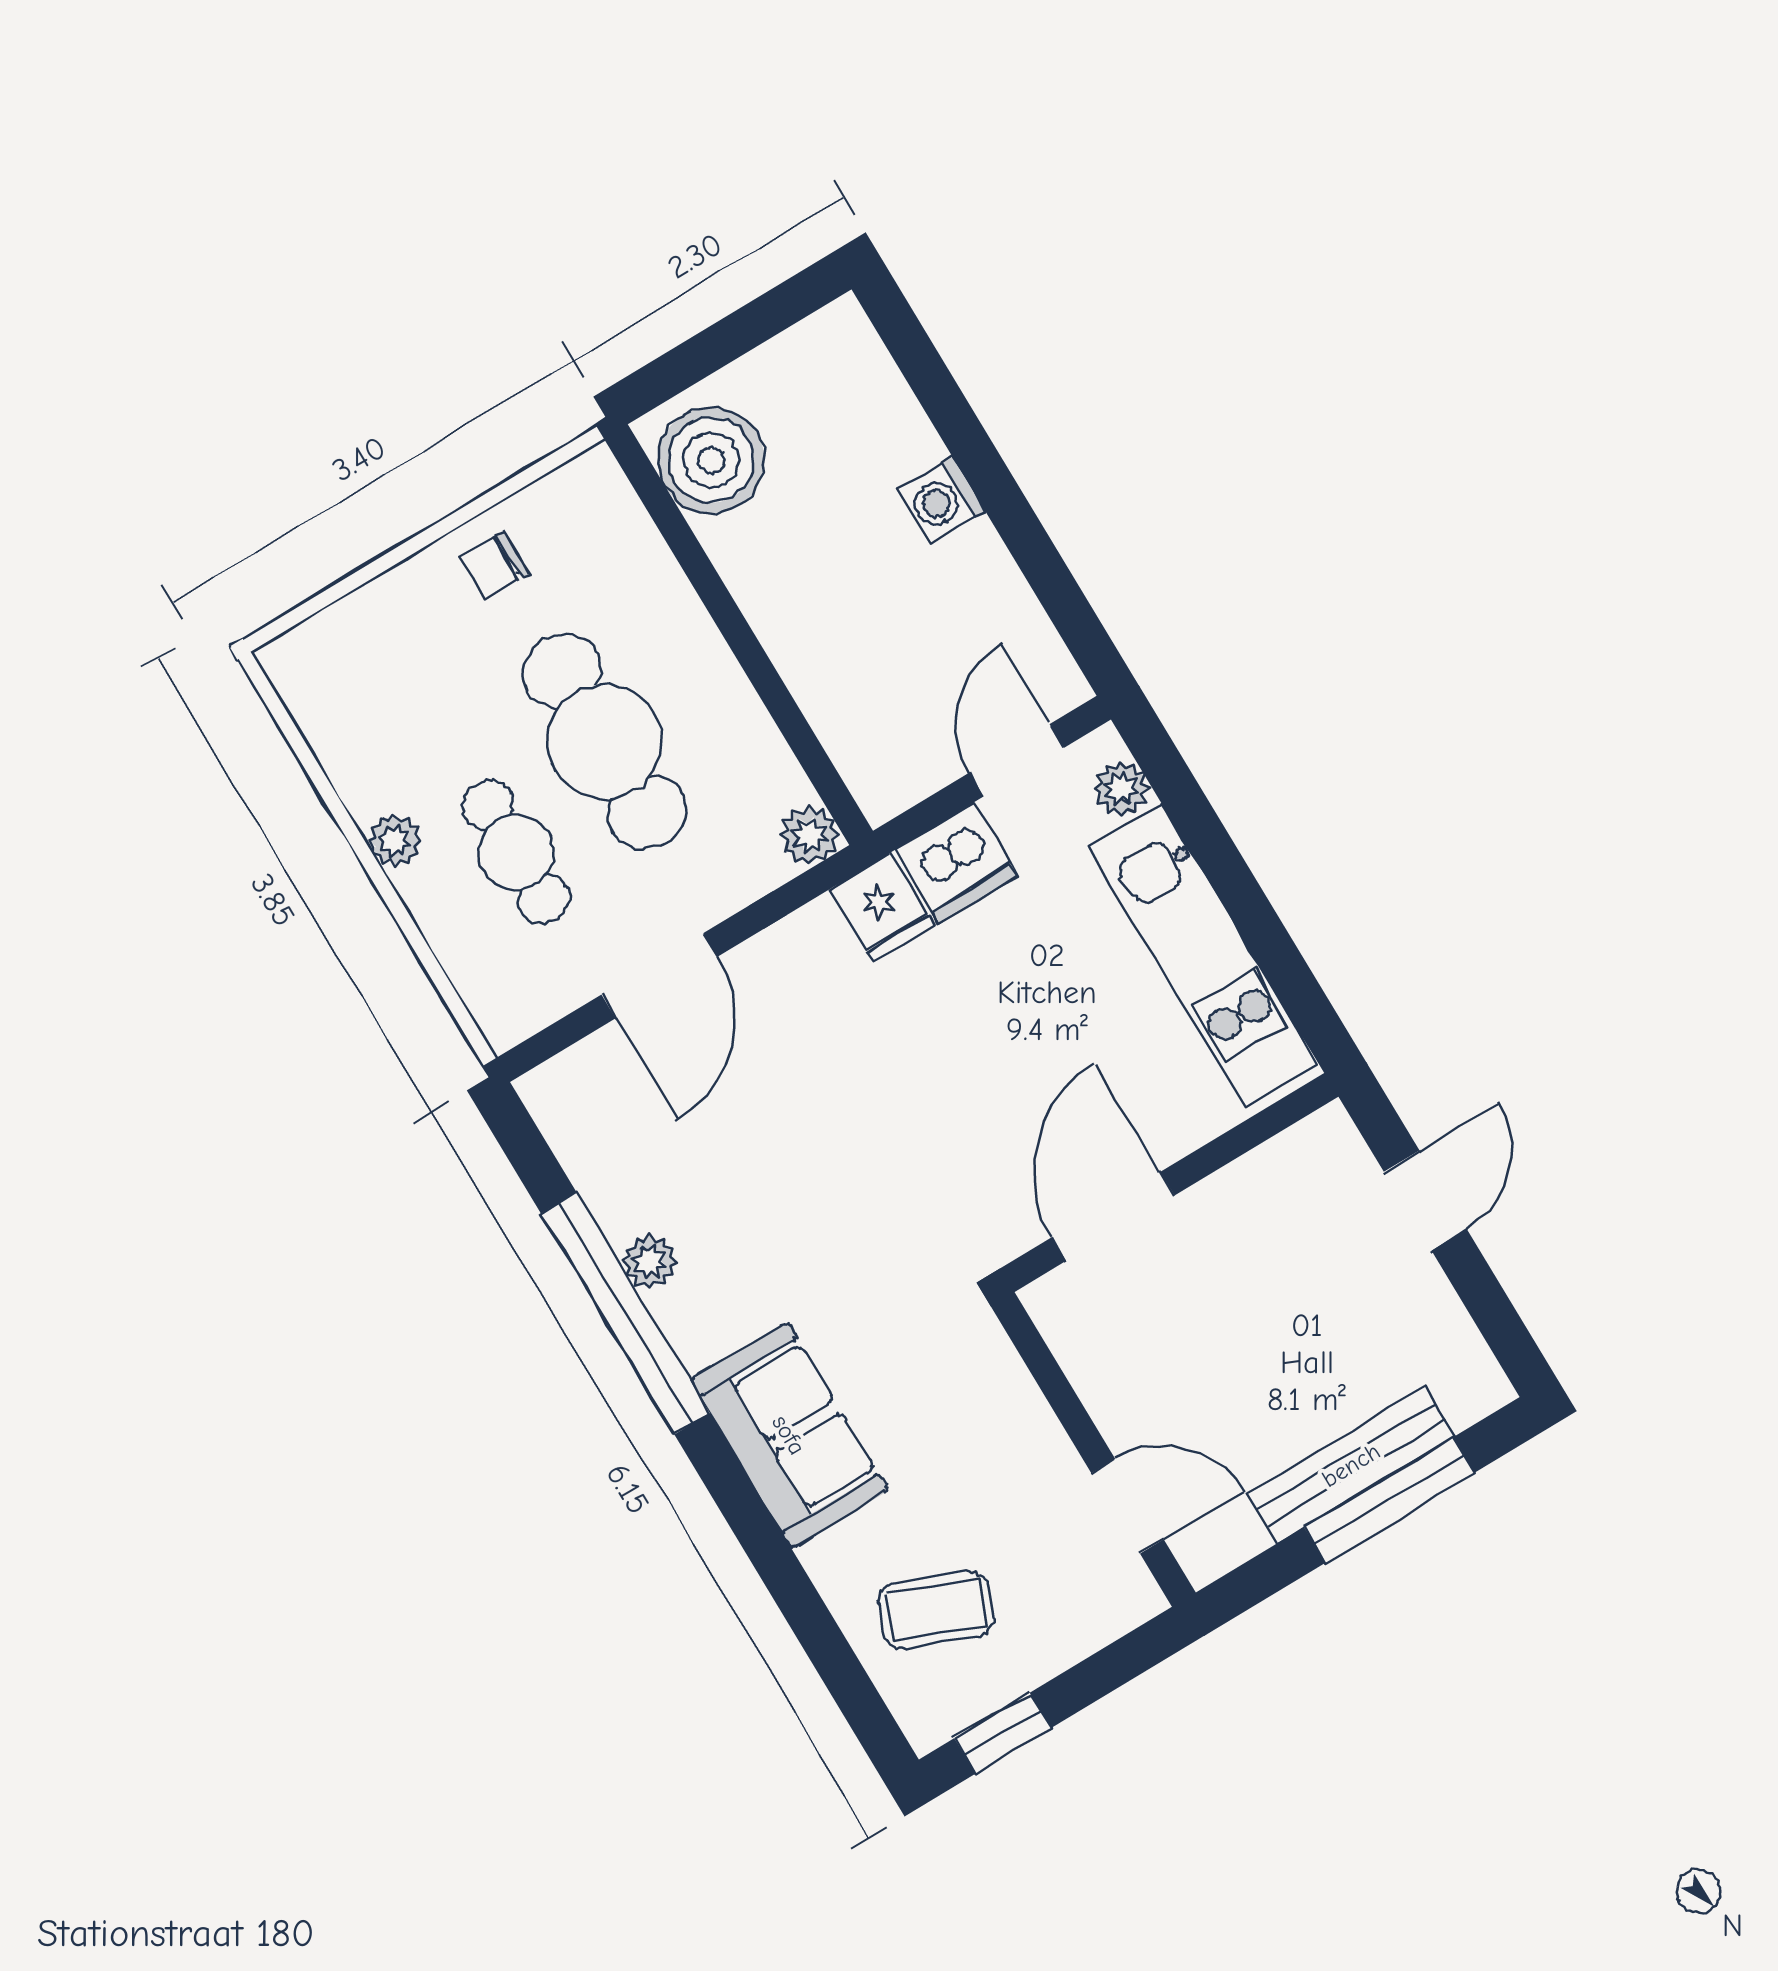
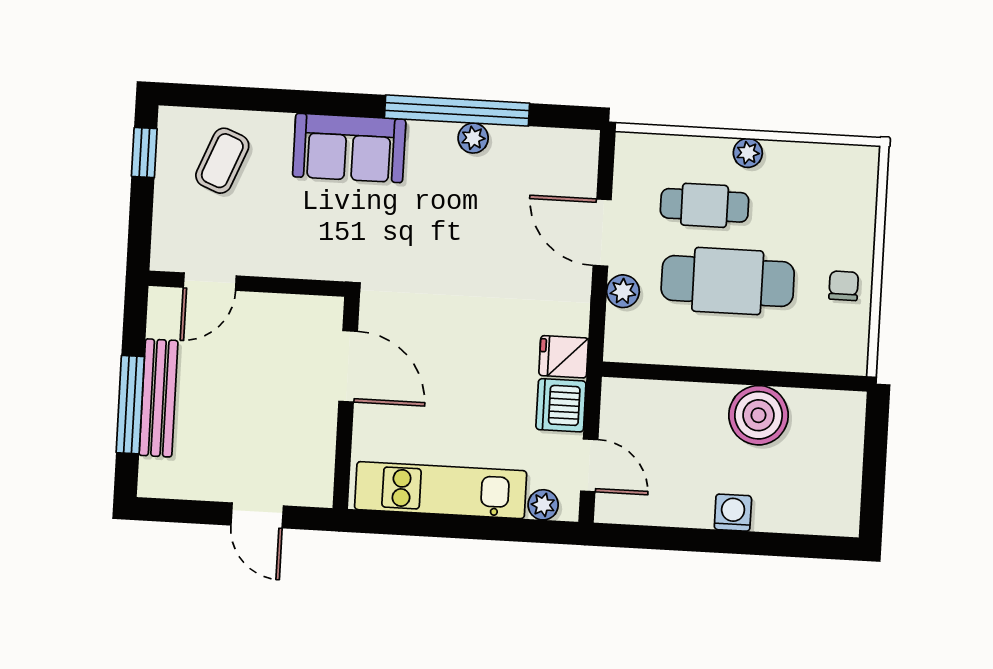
boiler: (711, 460) -> (758, 415), moved
plant: (809, 835) -> (623, 291), moved

